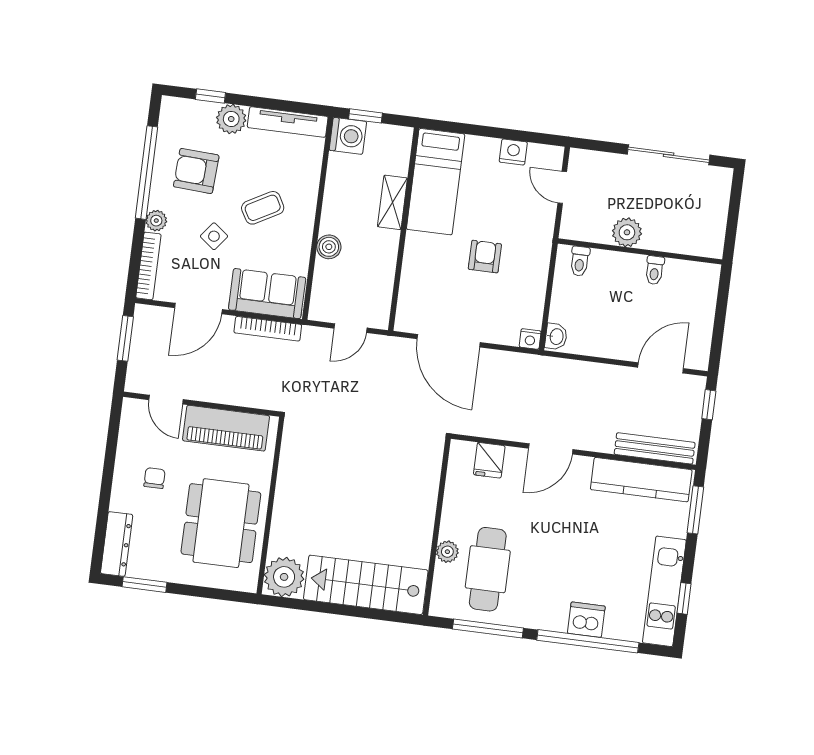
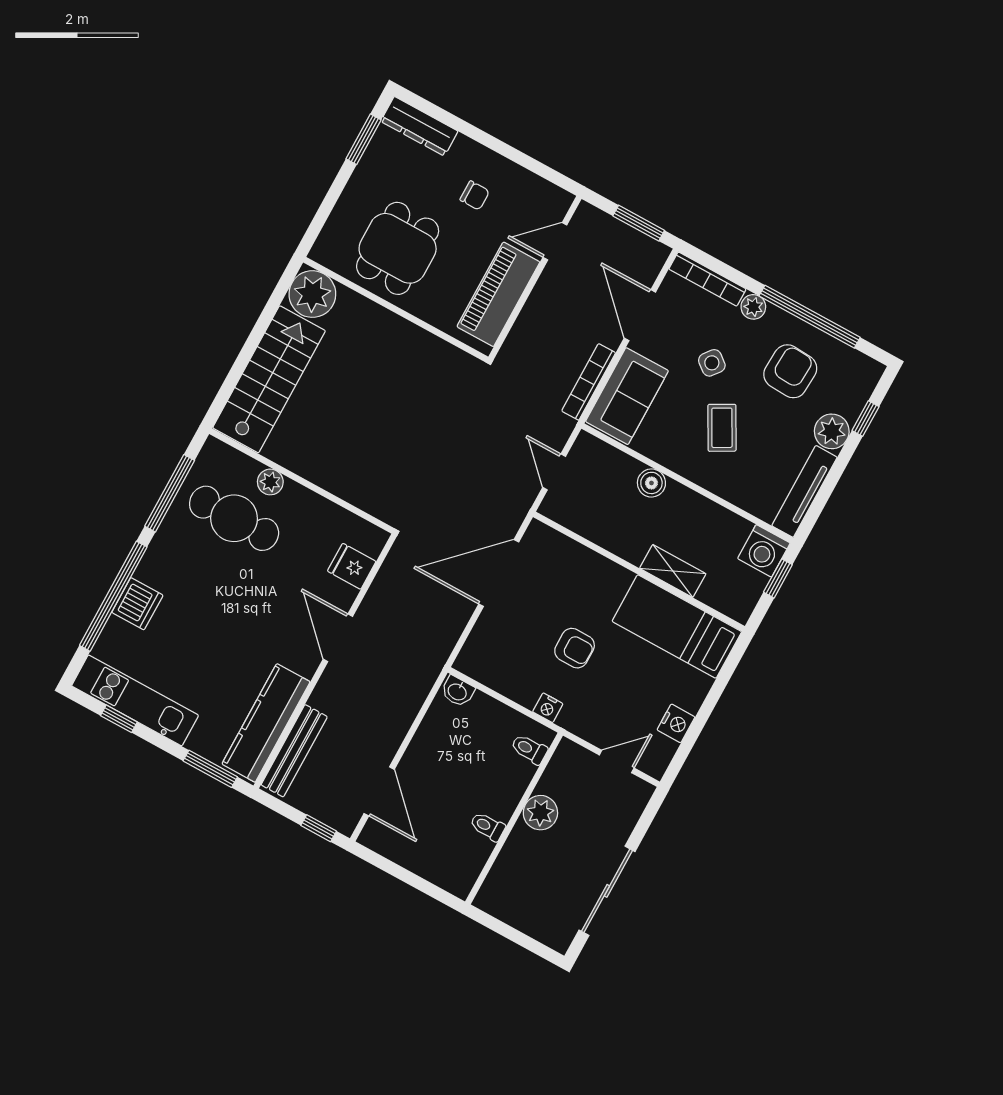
nightstand: (530, 339) -> (548, 708), moved, turned -90
dining table: (221, 523) -> (398, 248), width x0.73

